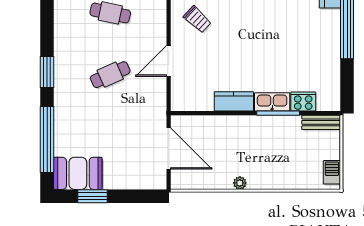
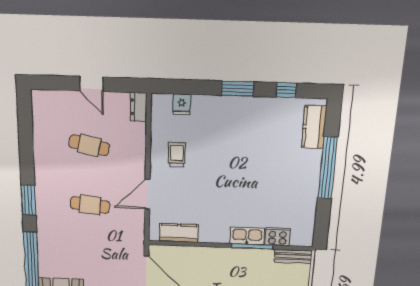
trolley: (197, 19) -> (177, 155), turned -133
cafe table: (110, 75) -> (90, 205), turned 30
kitchen counter: (234, 101) -> (179, 233), moved

